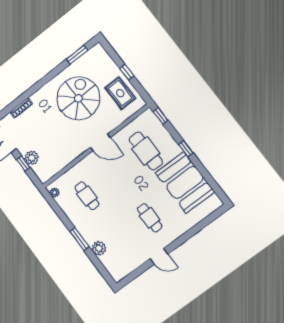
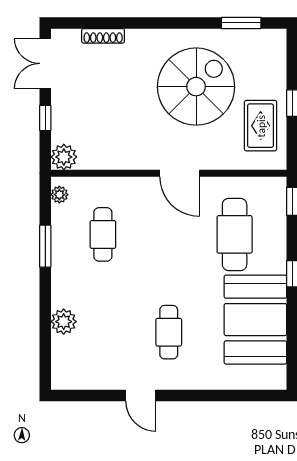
plant: (32, 158) -> (64, 157), moved
window: (79, 239) -> (45, 246), moved

